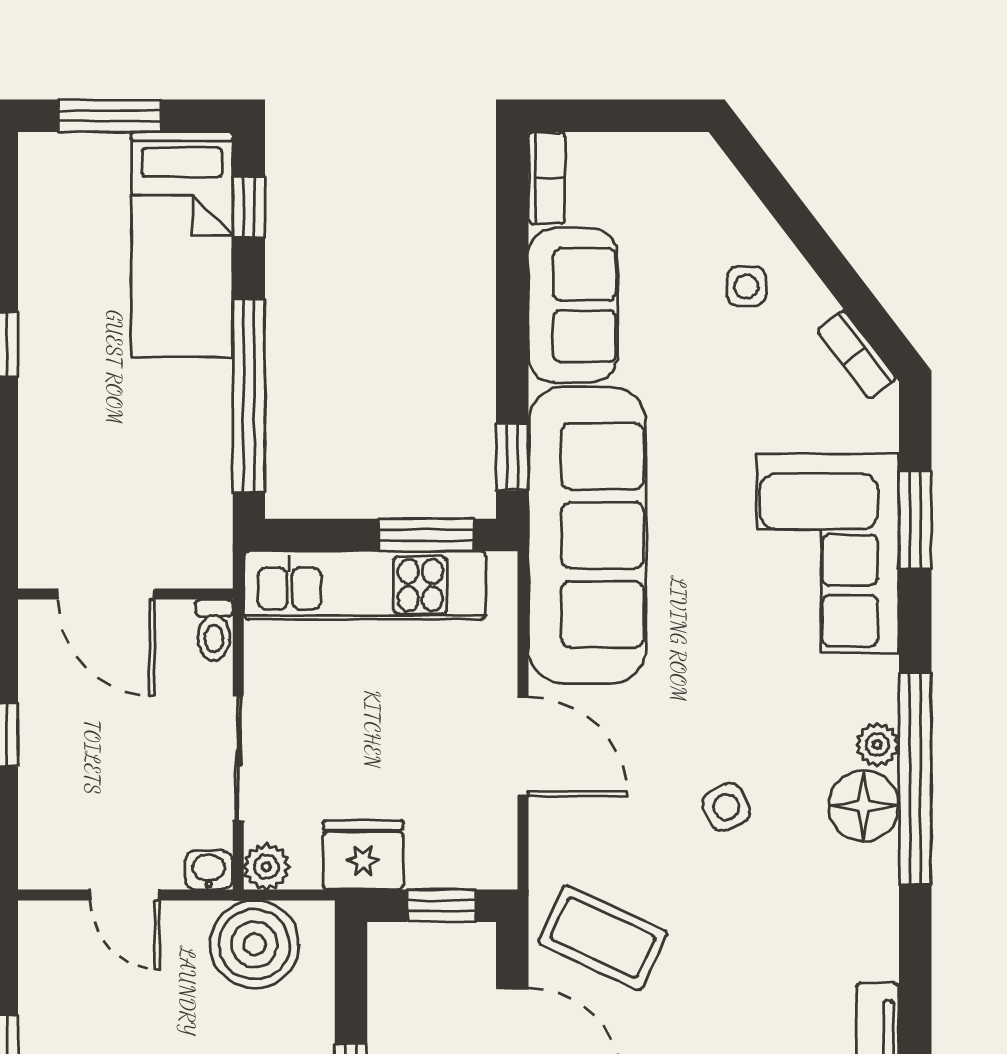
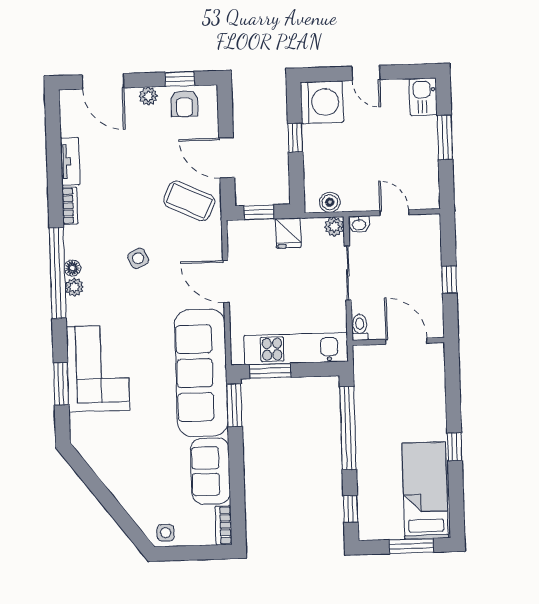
bed: (182, 244) -> (425, 490), moved
side table: (746, 287) -> (166, 533), moved
bookcase: (856, 355) -> (70, 206), moved, turned 37
window: (512, 457) -> (234, 405), width x1.50
floor lamp: (864, 806) -> (72, 268), width x0.53, depth x0.53
fridge: (363, 855) -> (288, 233), width x0.72
boiler: (255, 944) -> (330, 202), width x0.54, depth x0.54

